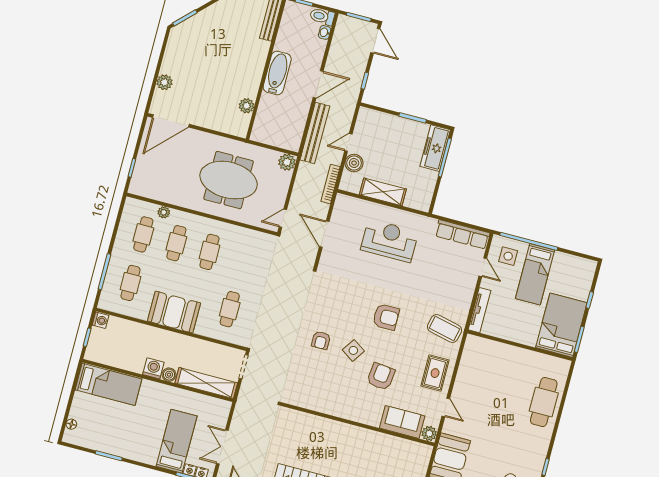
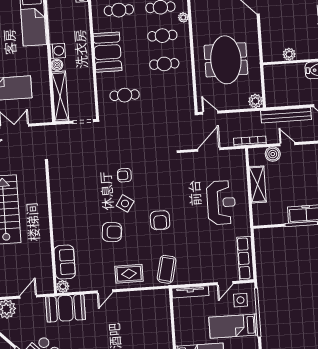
sofa: (402, 422) -> (65, 262), moved
wall: (358, 424) -> (51, 228), moved
plant: (429, 434) -> (63, 286), moved

